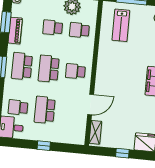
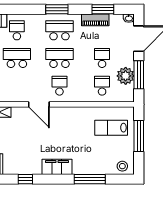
door: (91, 105) -> (39, 104), moved

